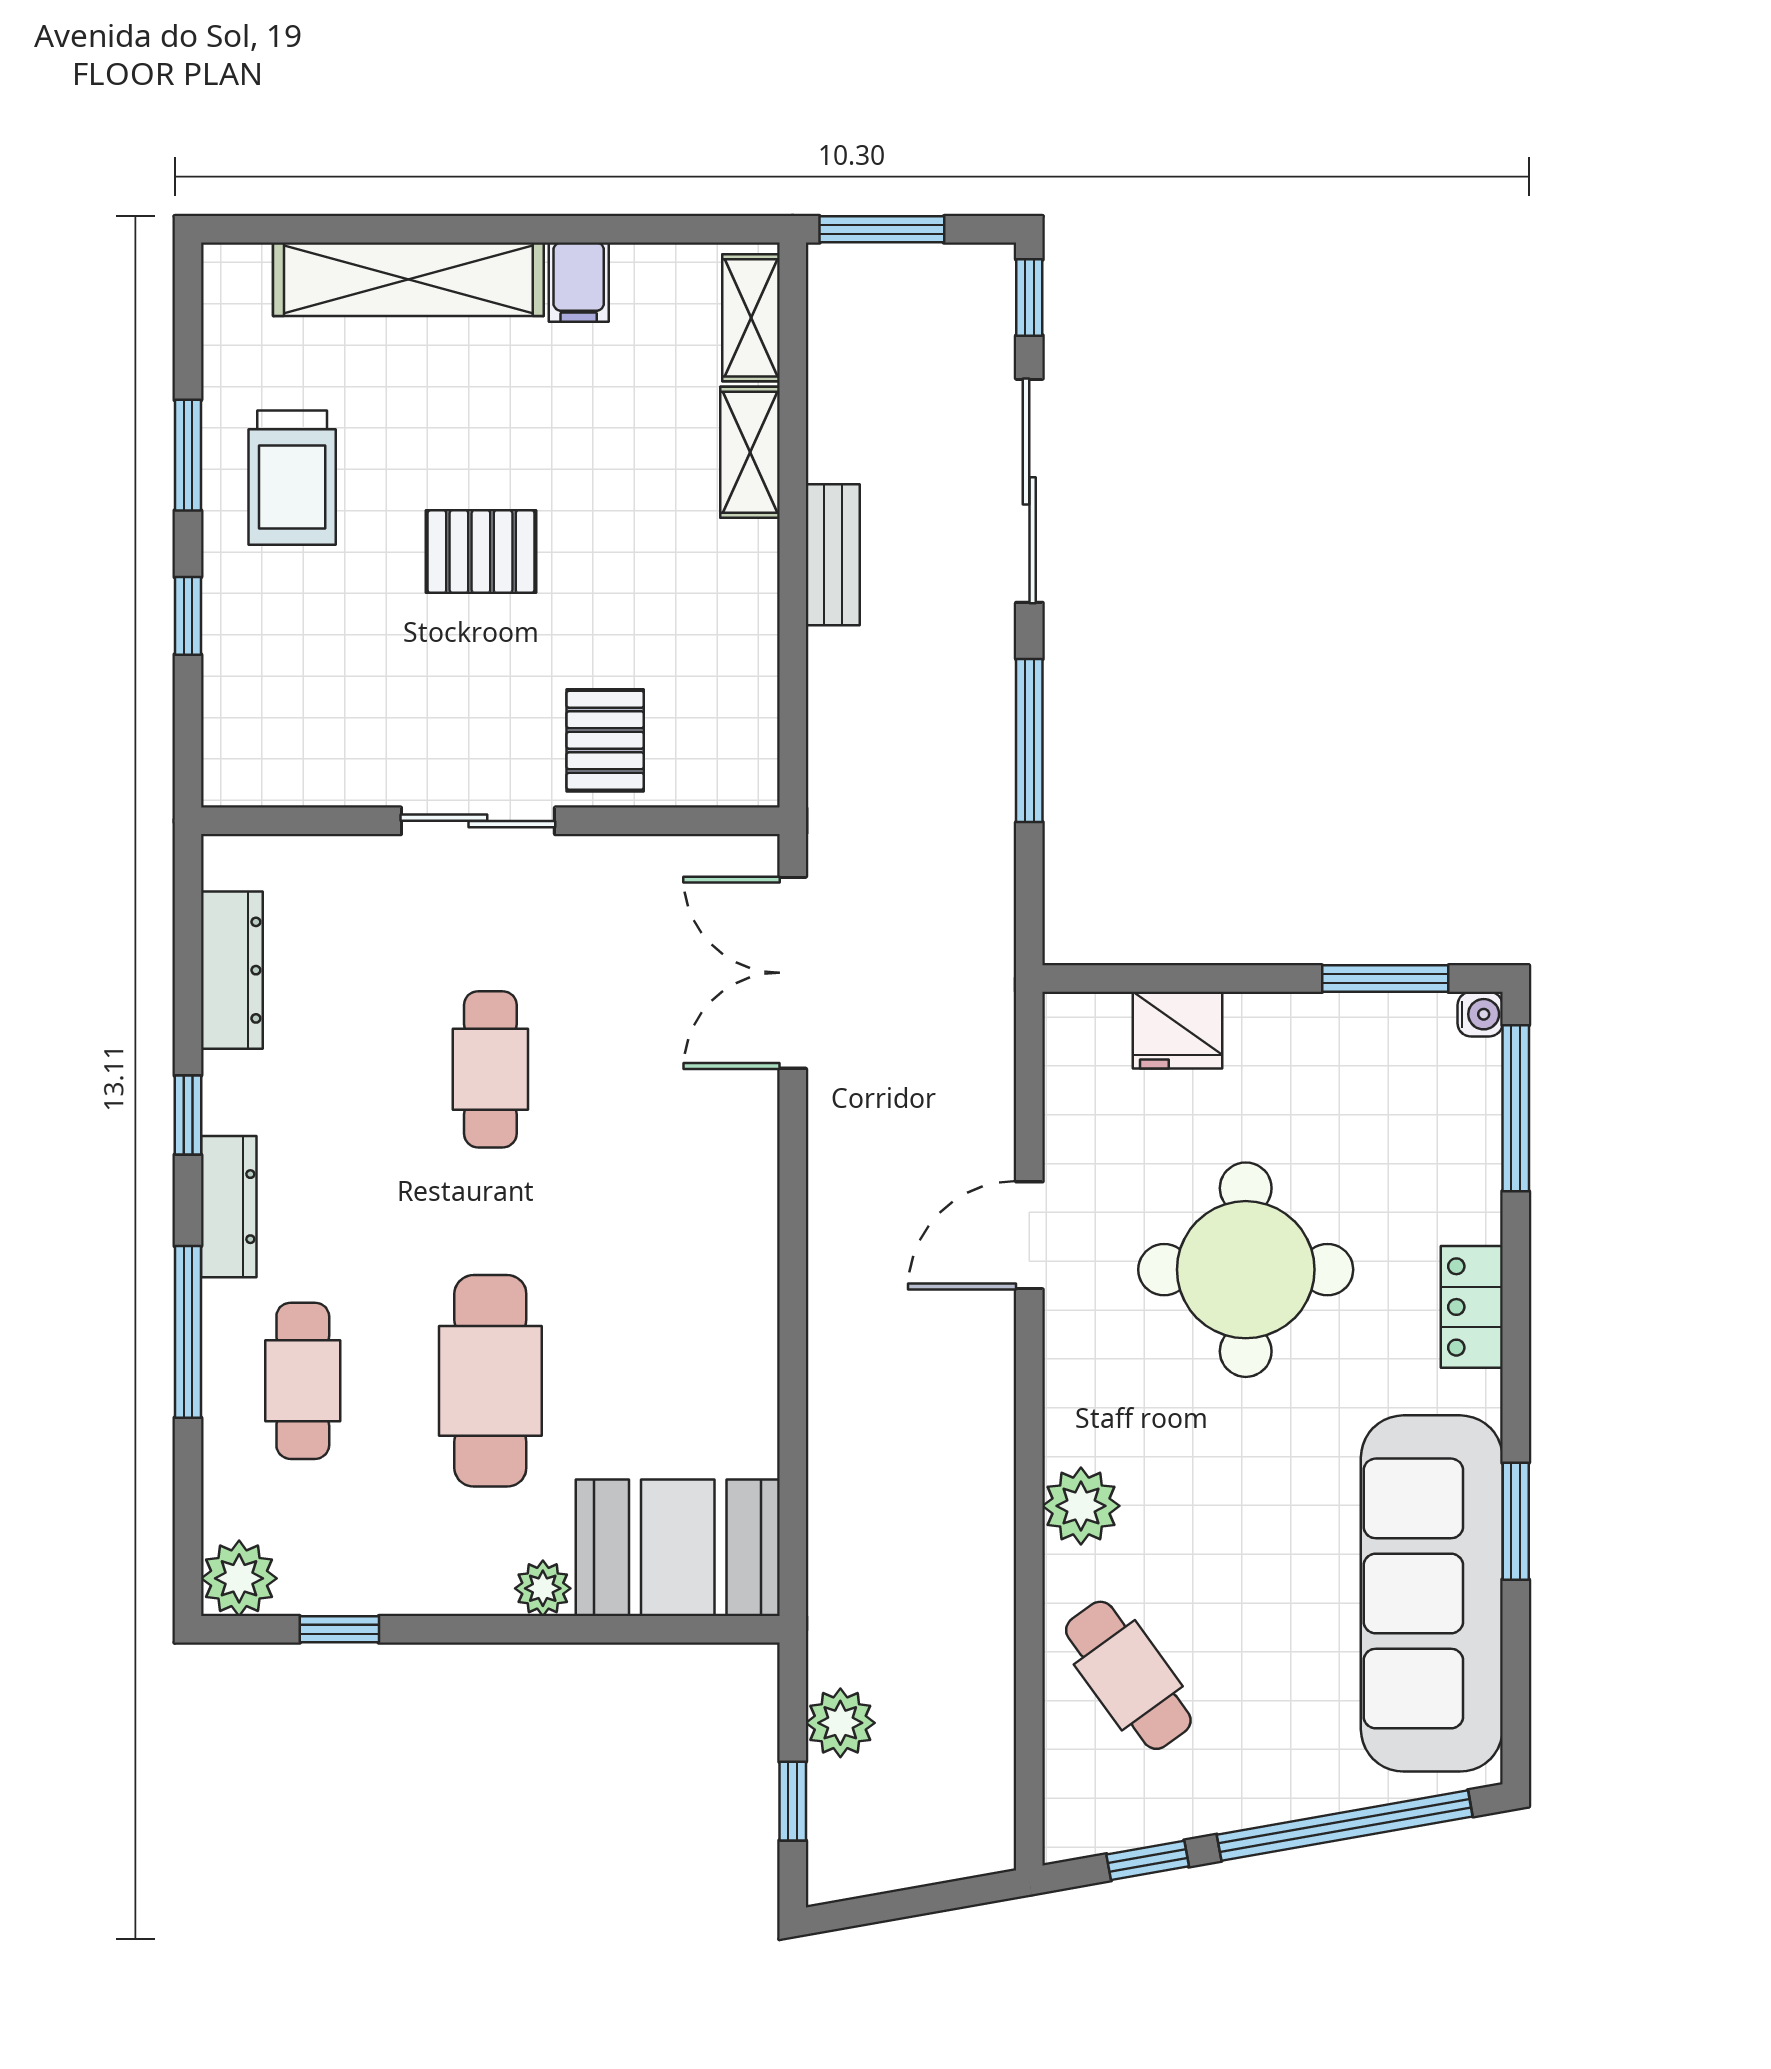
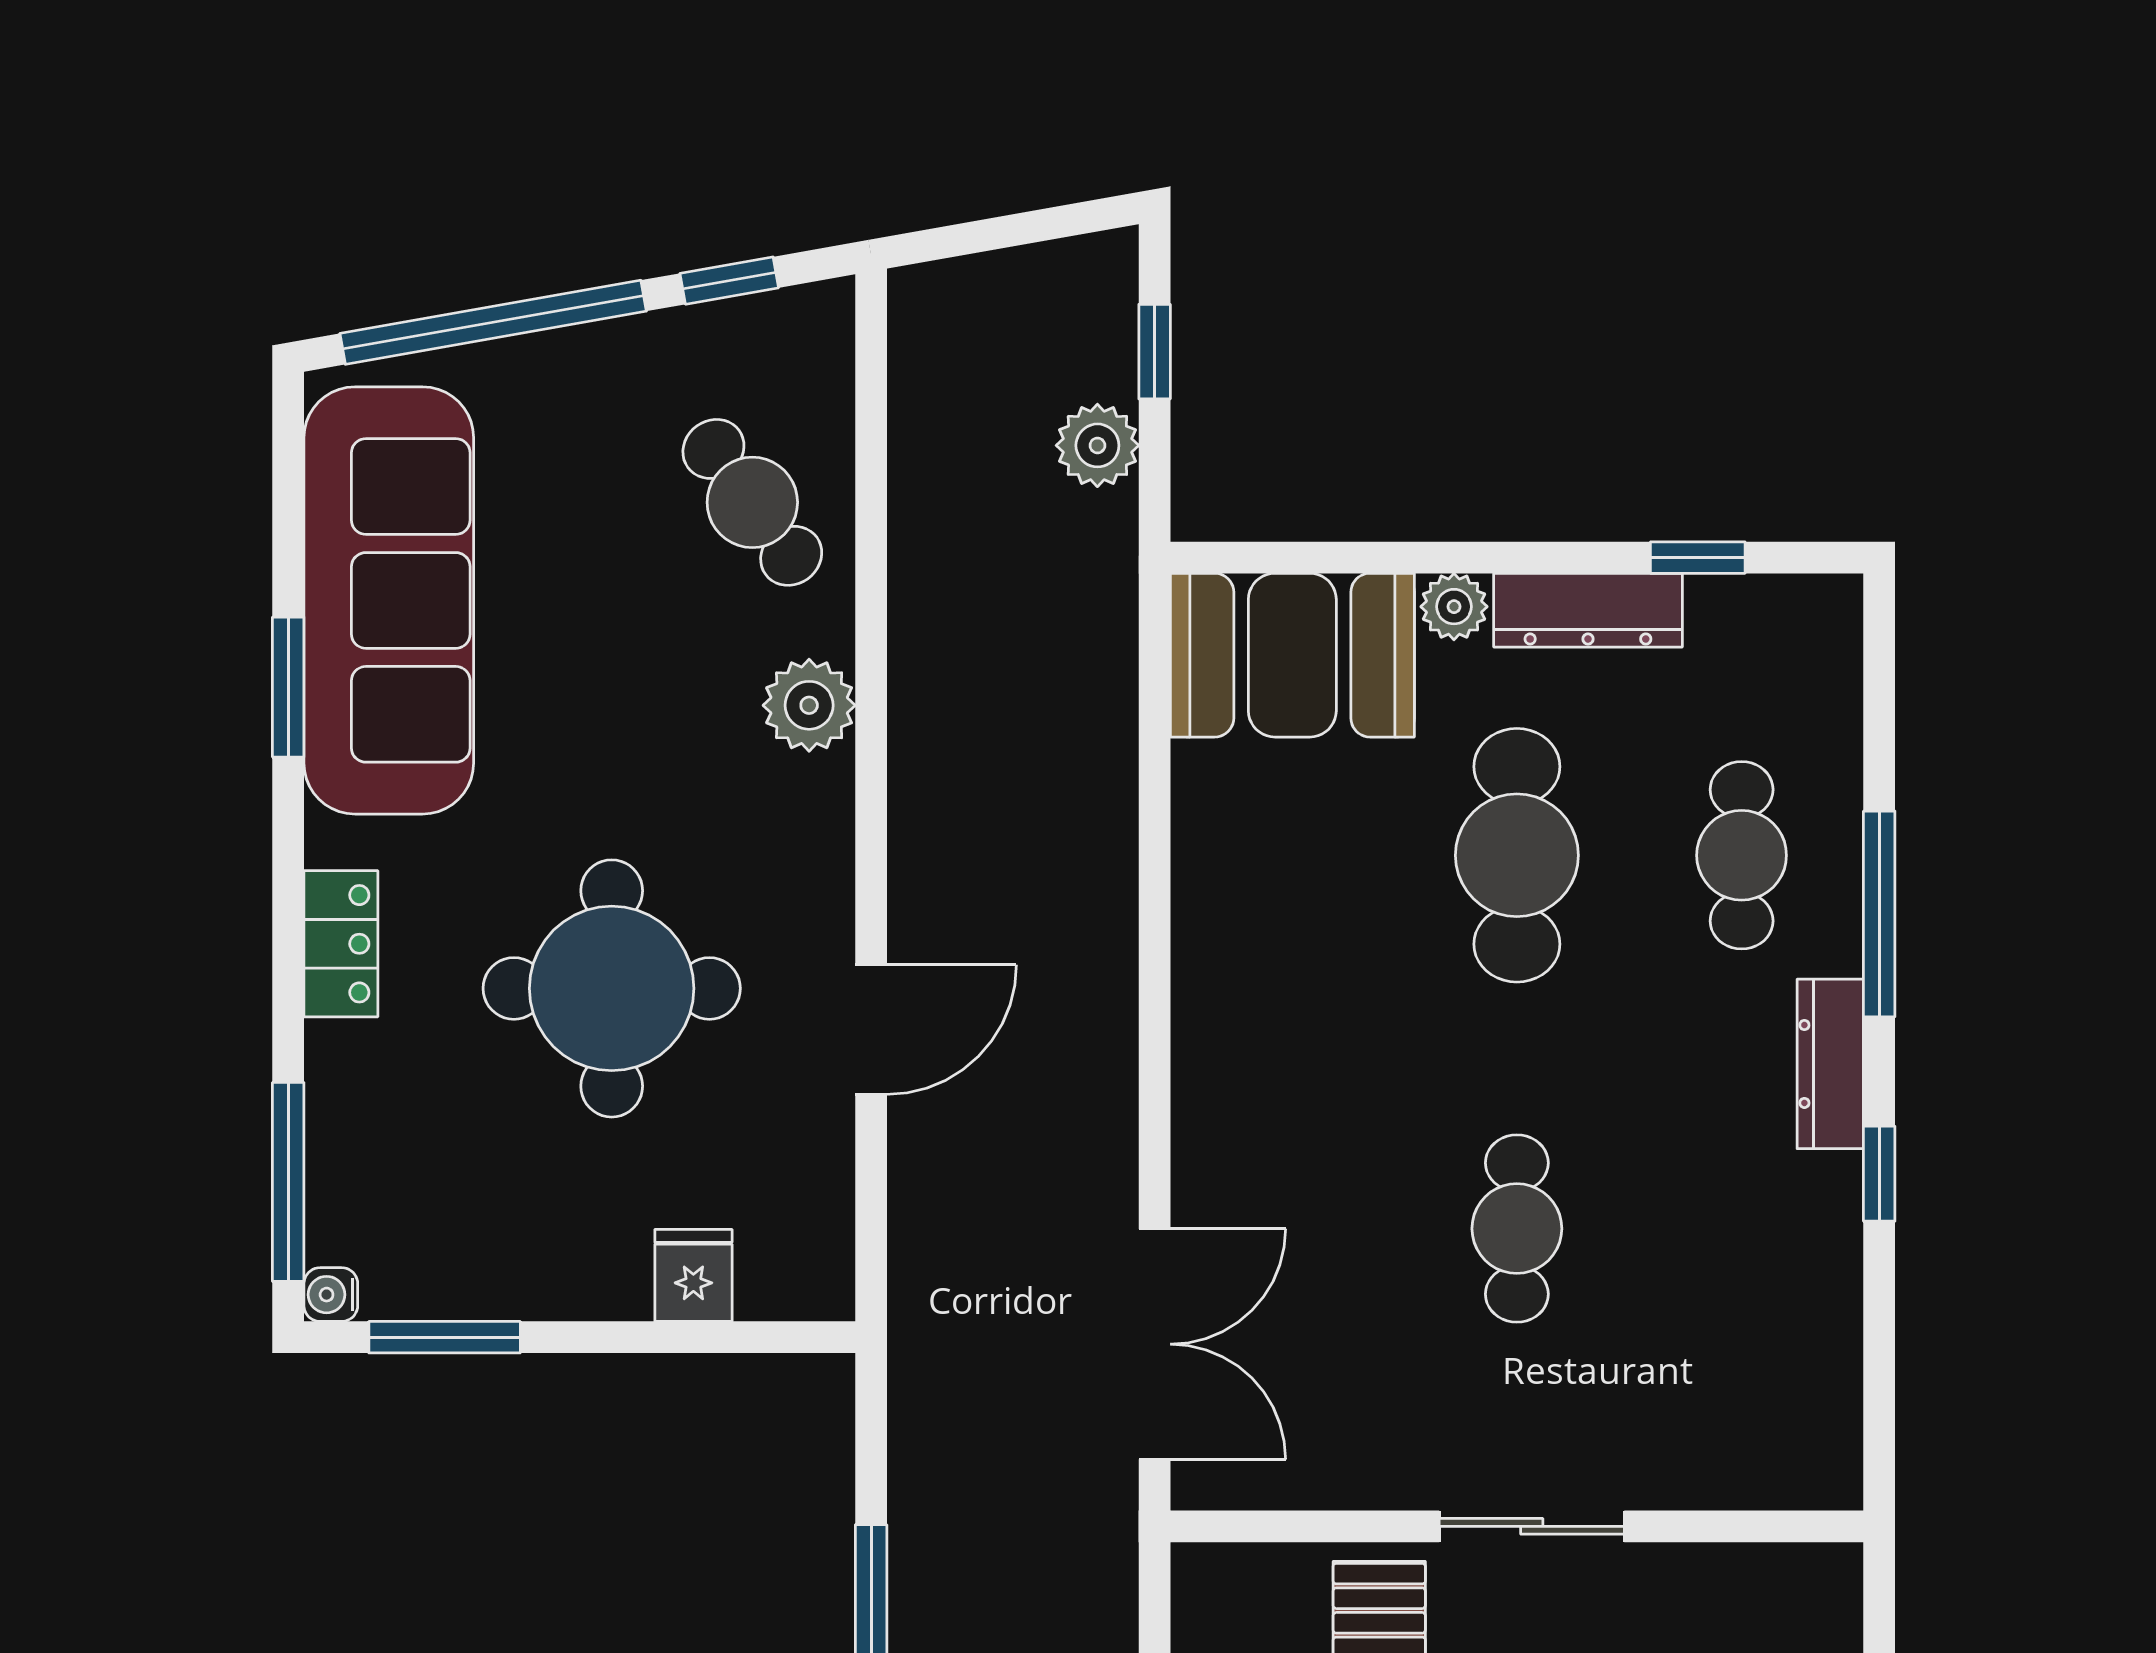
dresser: (232, 970) -> (1588, 610), moved, turned -90
fridge: (1177, 1030) -> (693, 1275), width x0.72
plant: (239, 1578) -> (1818, 619), removed

